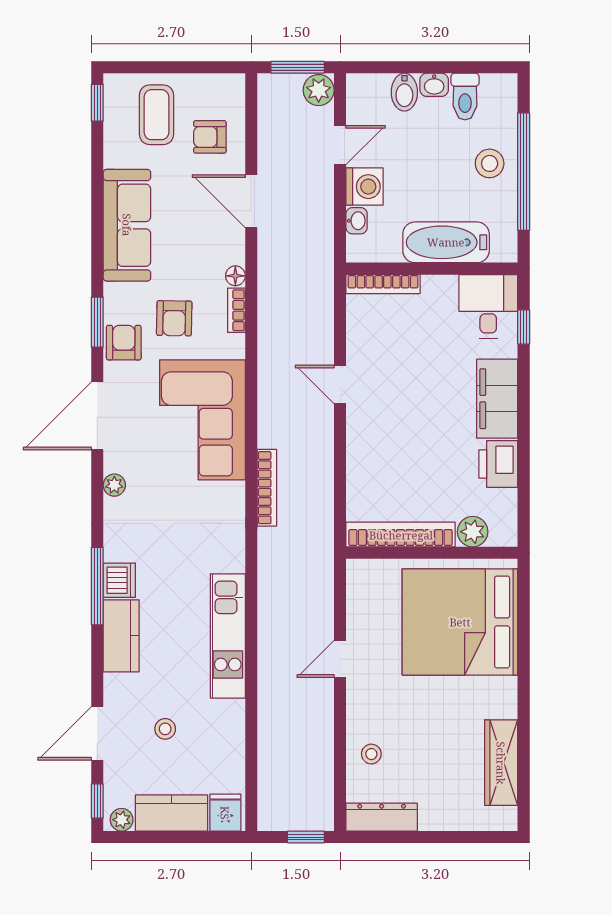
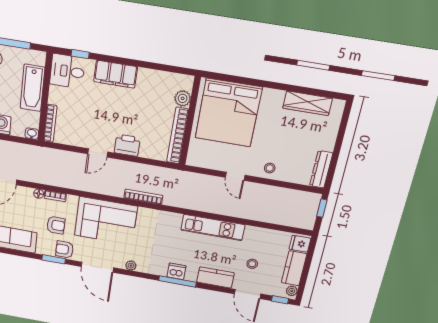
washbasin: (357, 221) -> (32, 134), moved
printer: (498, 464) -> (127, 145), moved, turned 180
kitchen counter: (121, 636) -> (215, 277), moved
stool: (371, 754) -> (270, 168), moved

